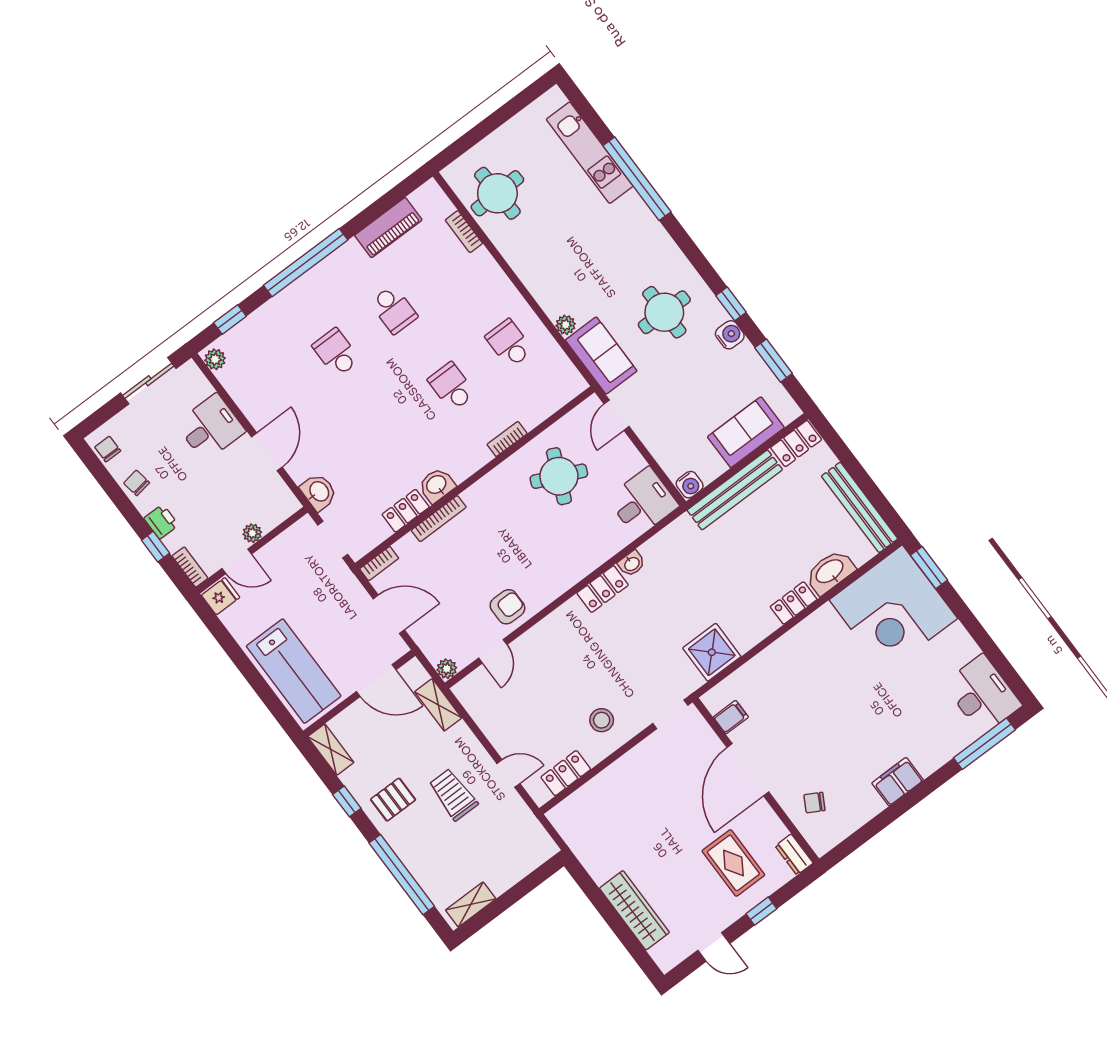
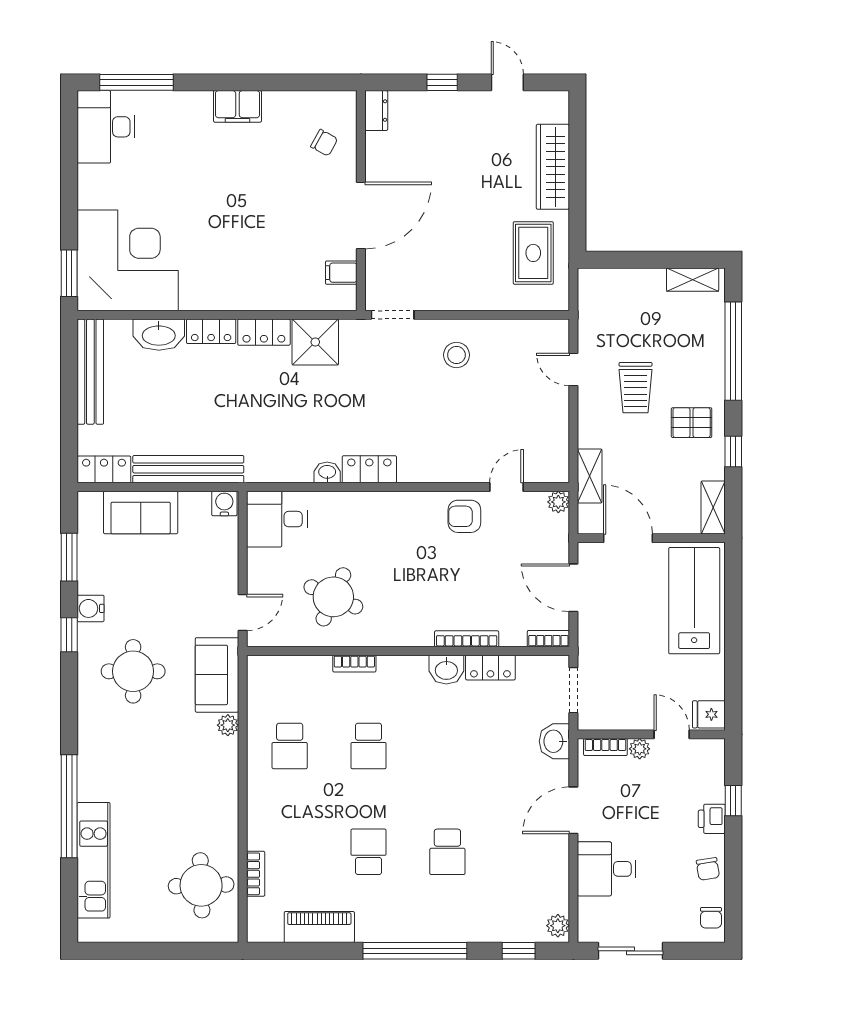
bookcase: (190, 567) -> (605, 747), moved, turned -90
locker: (566, 773) -> (264, 332), moved
rug: (733, 863) -> (533, 253), moved

